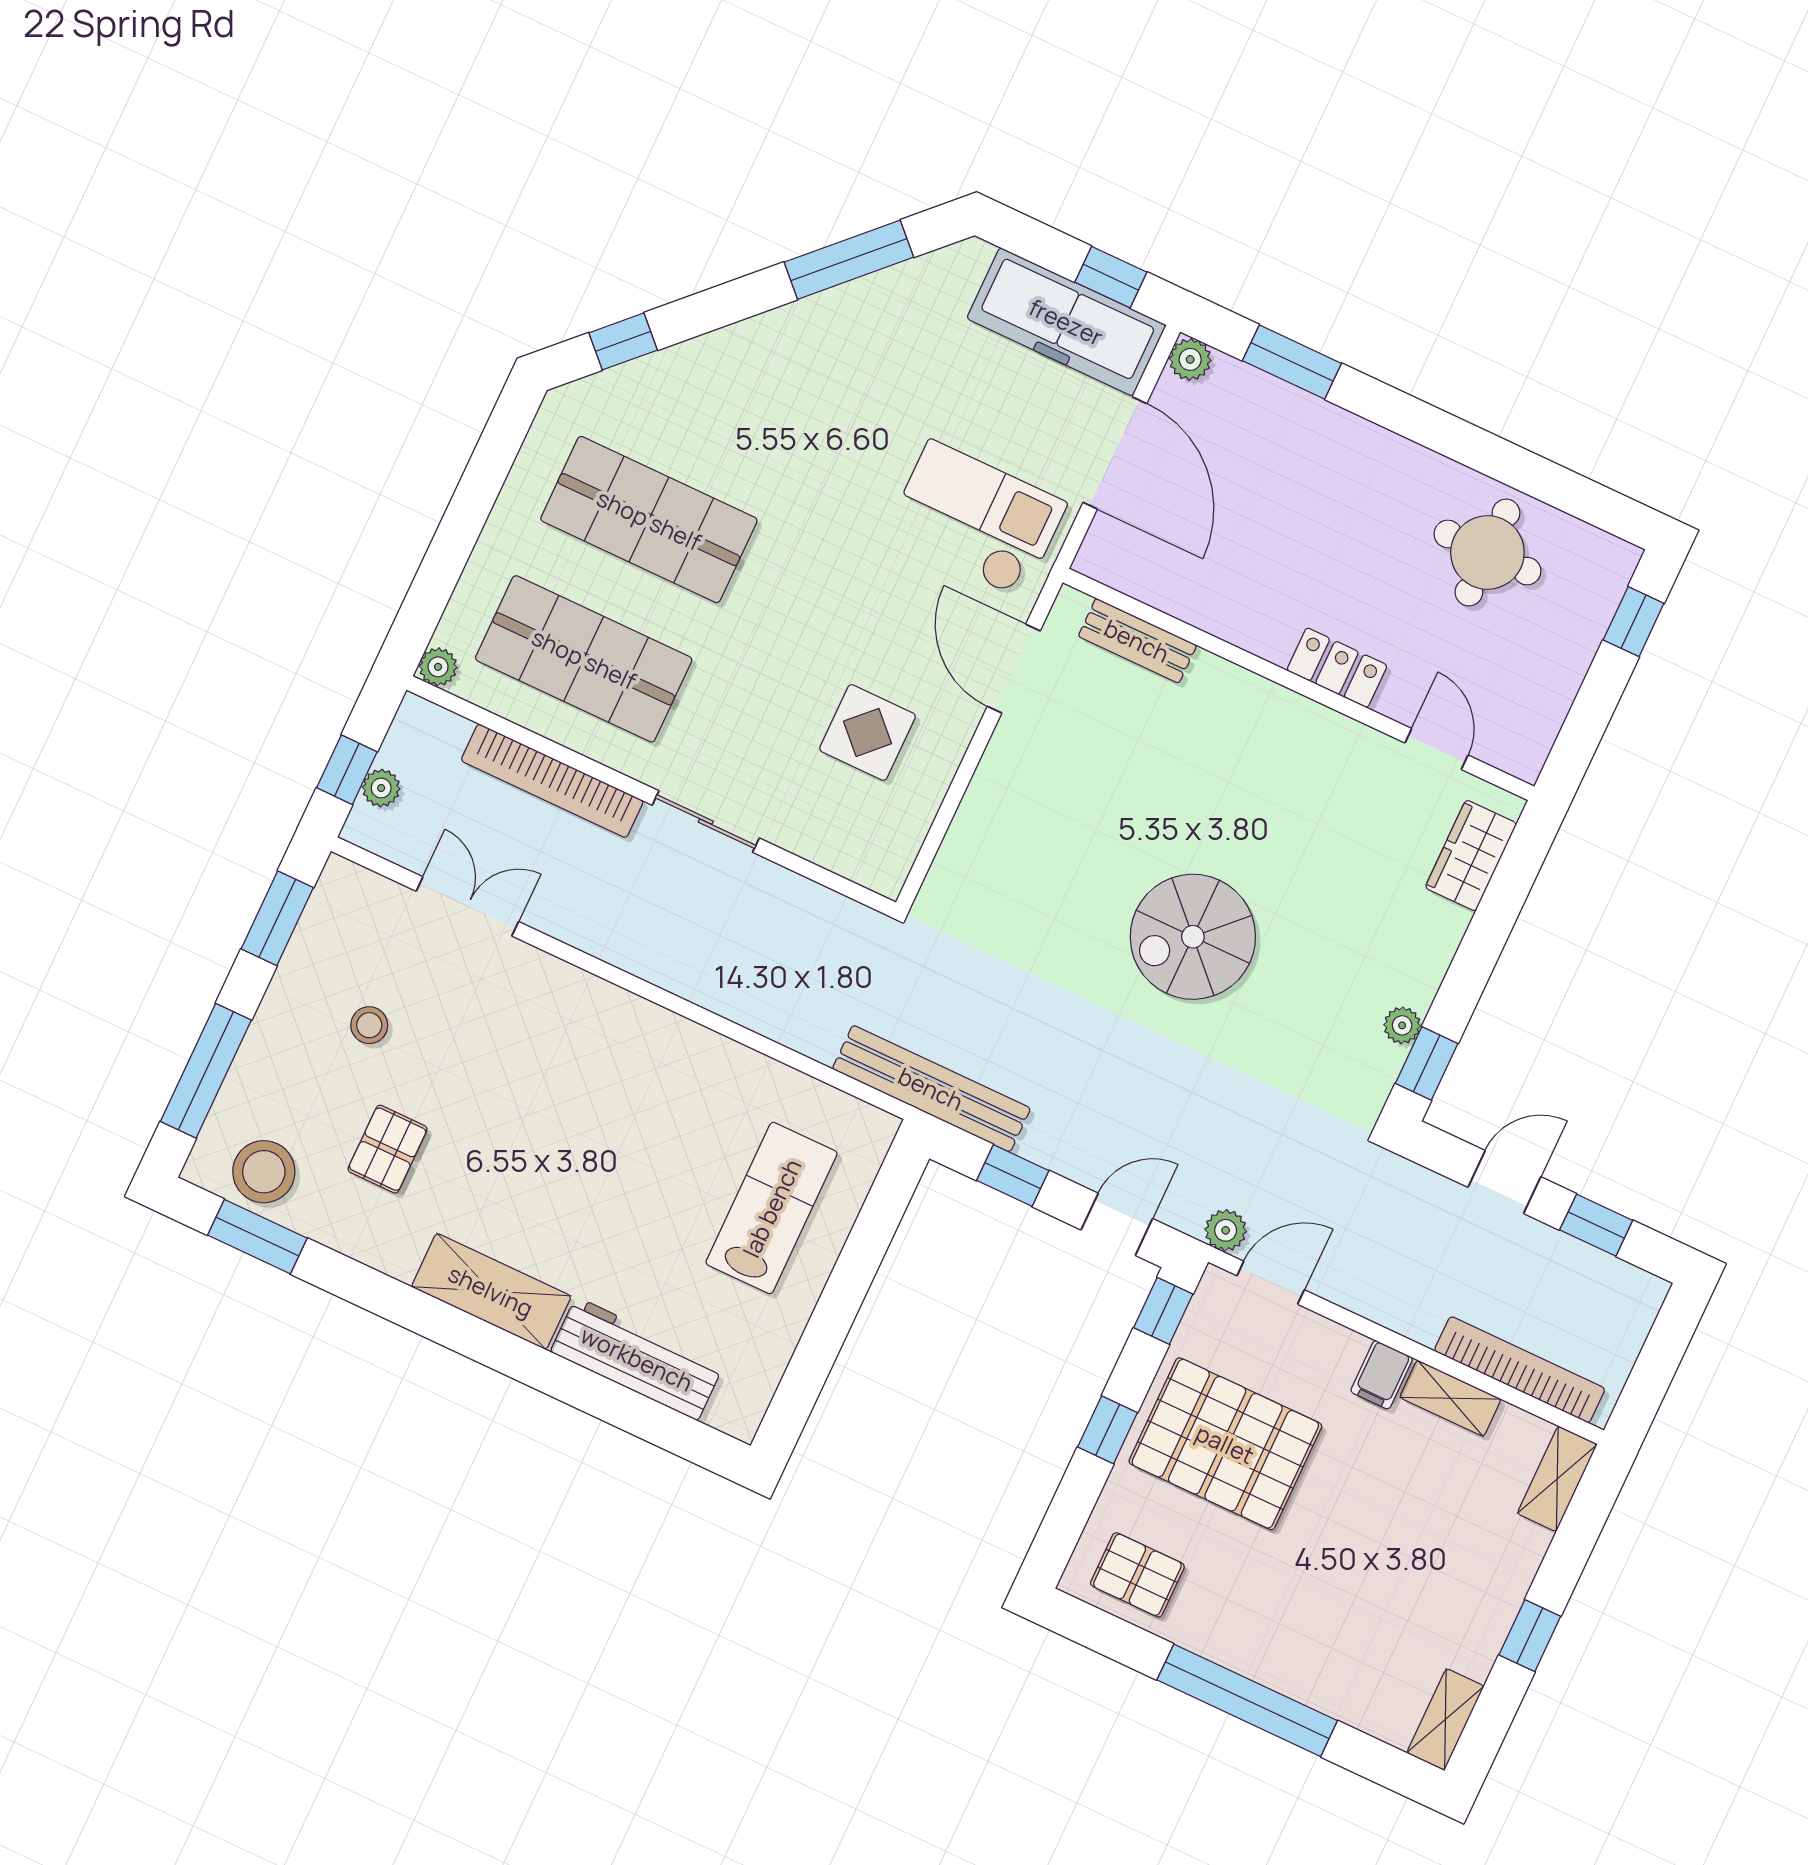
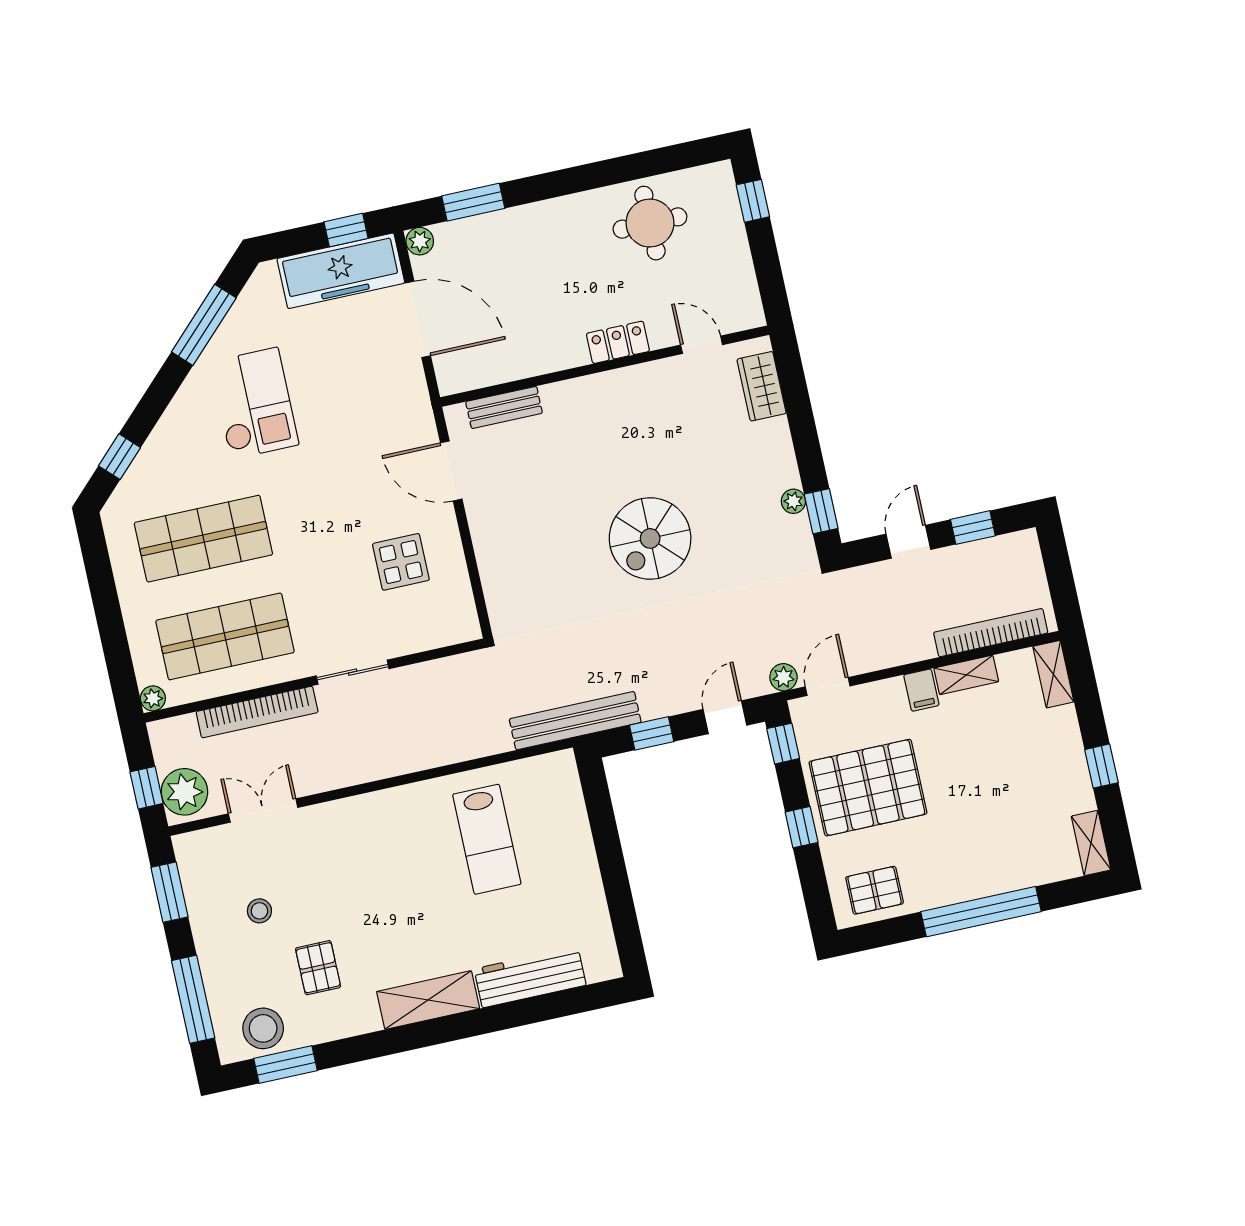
checkout: (976, 519) -> (254, 403), moved, turned 90
plant: (381, 788) -> (184, 792), width x1.87, depth x1.87
lab bench: (772, 1208) -> (487, 839), moved, turned 180

